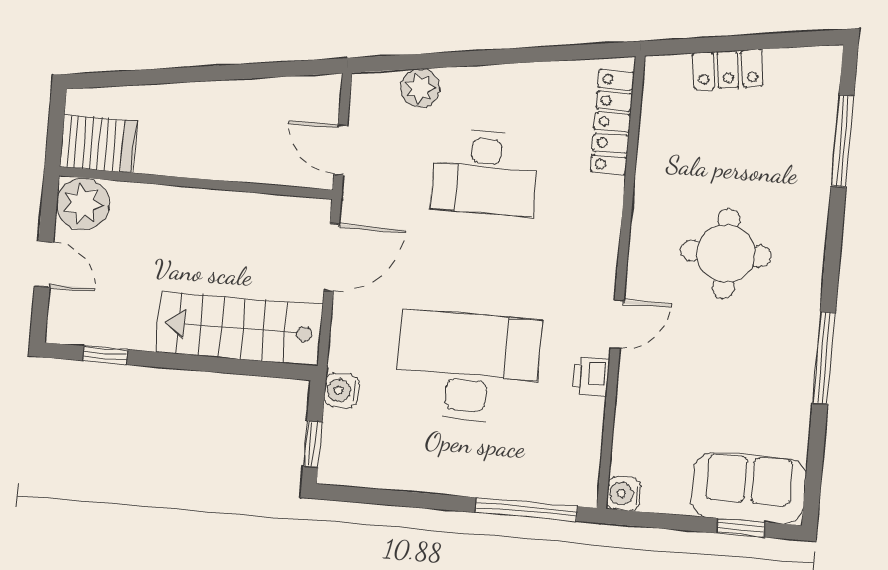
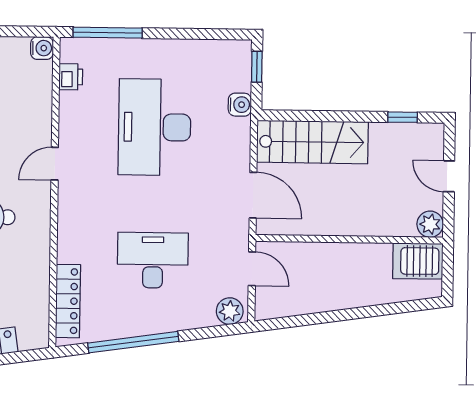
window: (522, 55) -> (133, 342), added
plant: (420, 88) -> (230, 311), moved
plant: (83, 204) -> (430, 224), width x0.73, depth x0.73
door: (332, 257) -> (253, 195), swing flipped
desk: (468, 367) -> (155, 127), turned 90
printer: (591, 376) -> (71, 77), moved

